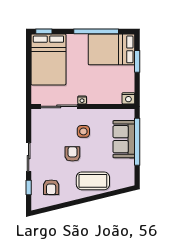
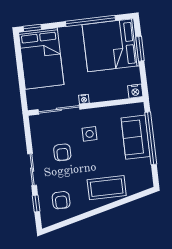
bed: (112, 49) -> (111, 45), width x1.36
armchair: (72, 154) -> (62, 152), moved, turned 180

